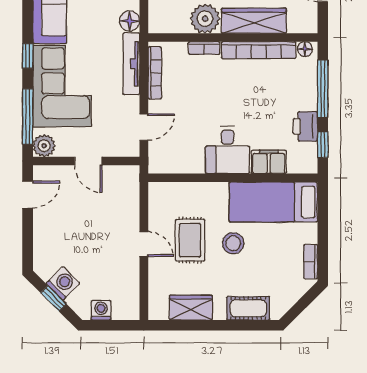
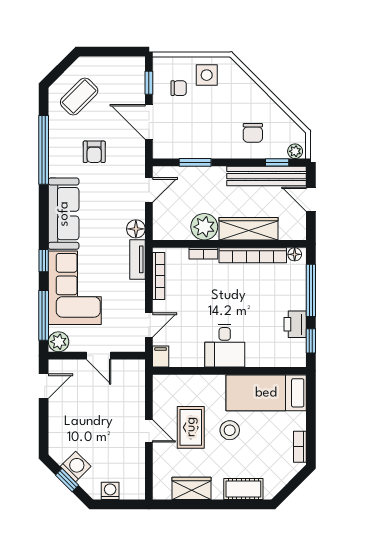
tv unit: (131, 64) -> (137, 259), width x0.71
filing cabinet: (269, 162) -> (161, 356), moved, width x0.50

